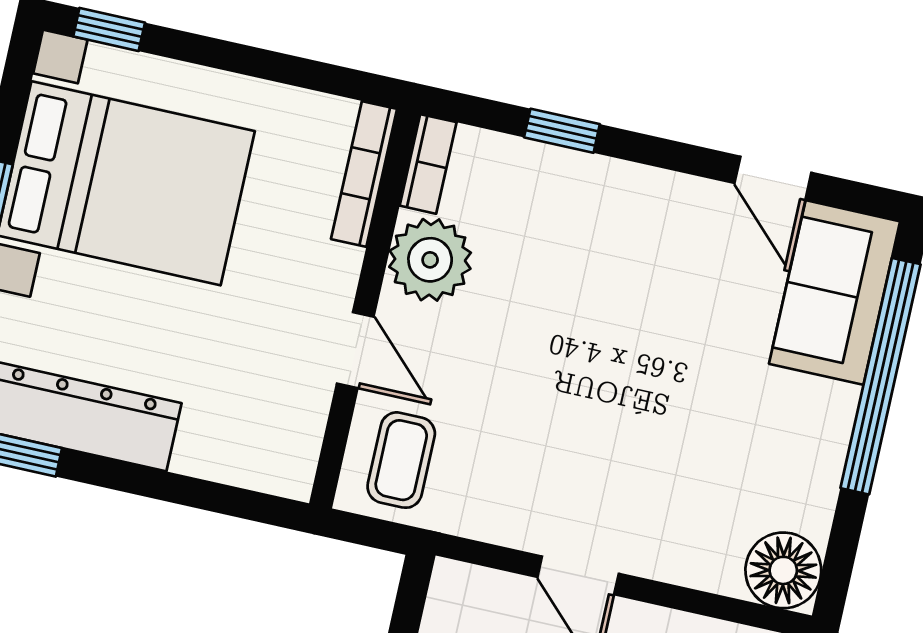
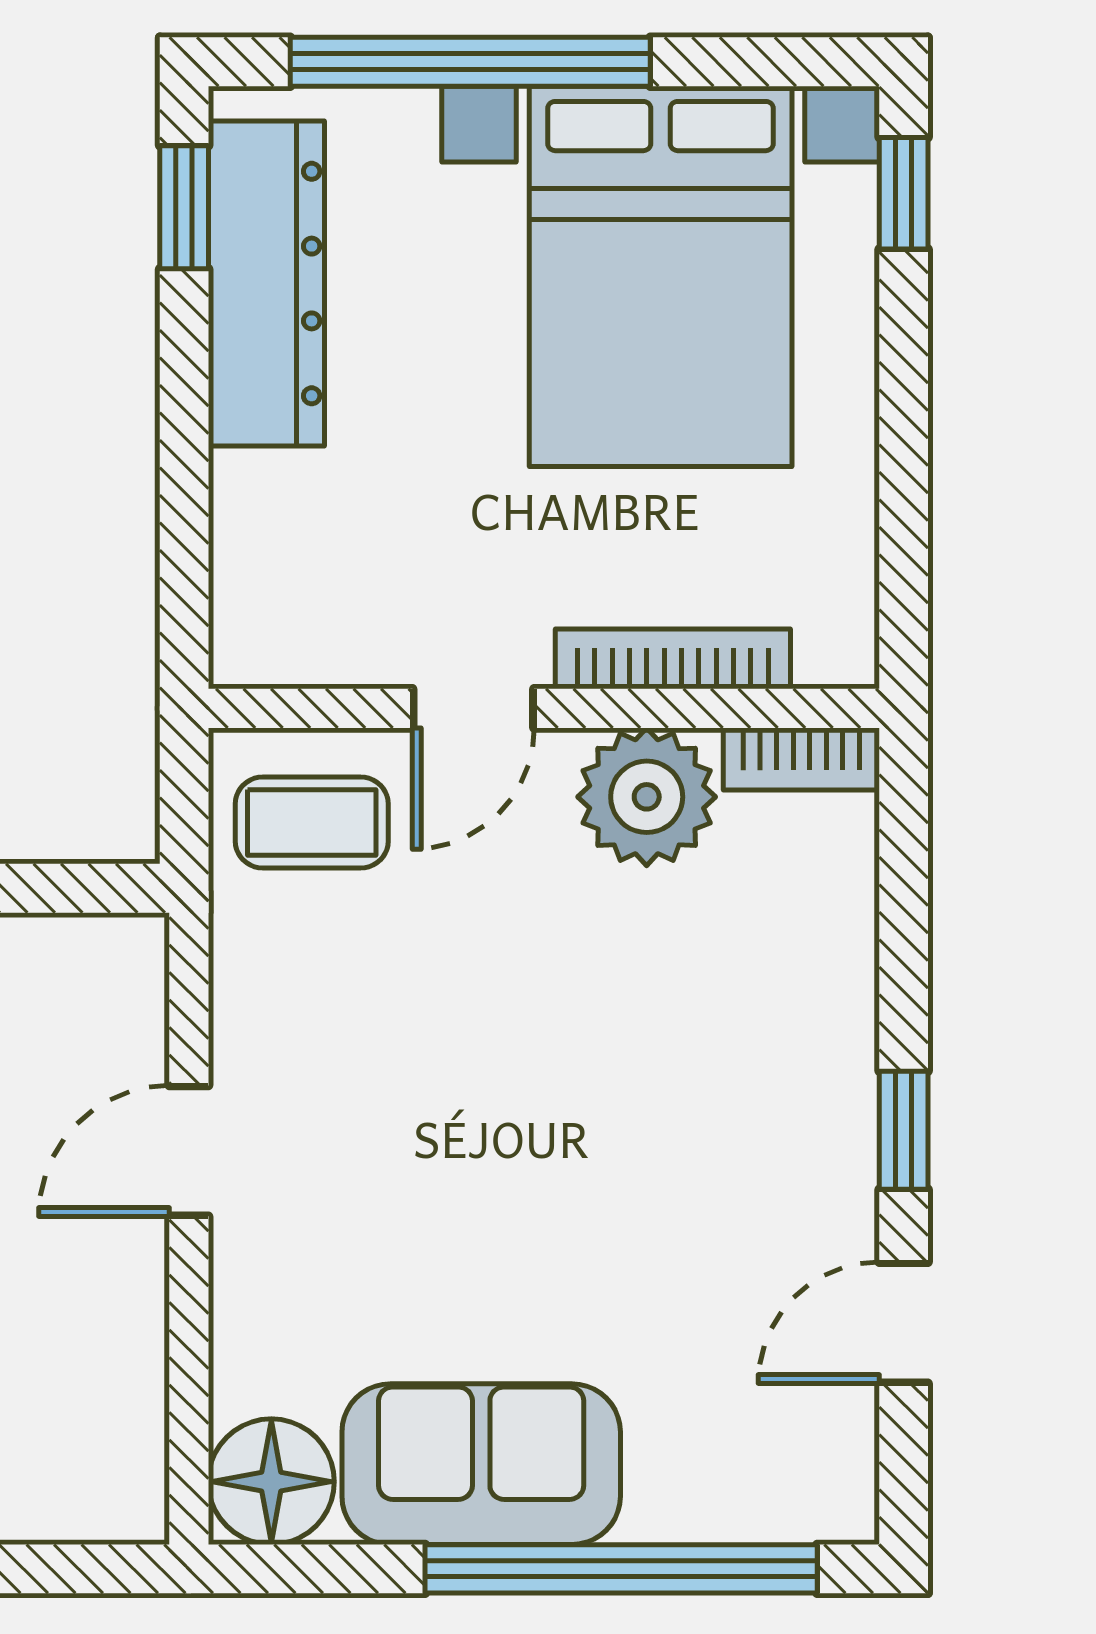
window: (562, 131) -> (904, 1130), moved
bookcase: (364, 174) -> (673, 659), moved
sofa: (835, 293) -> (481, 1464), moved

